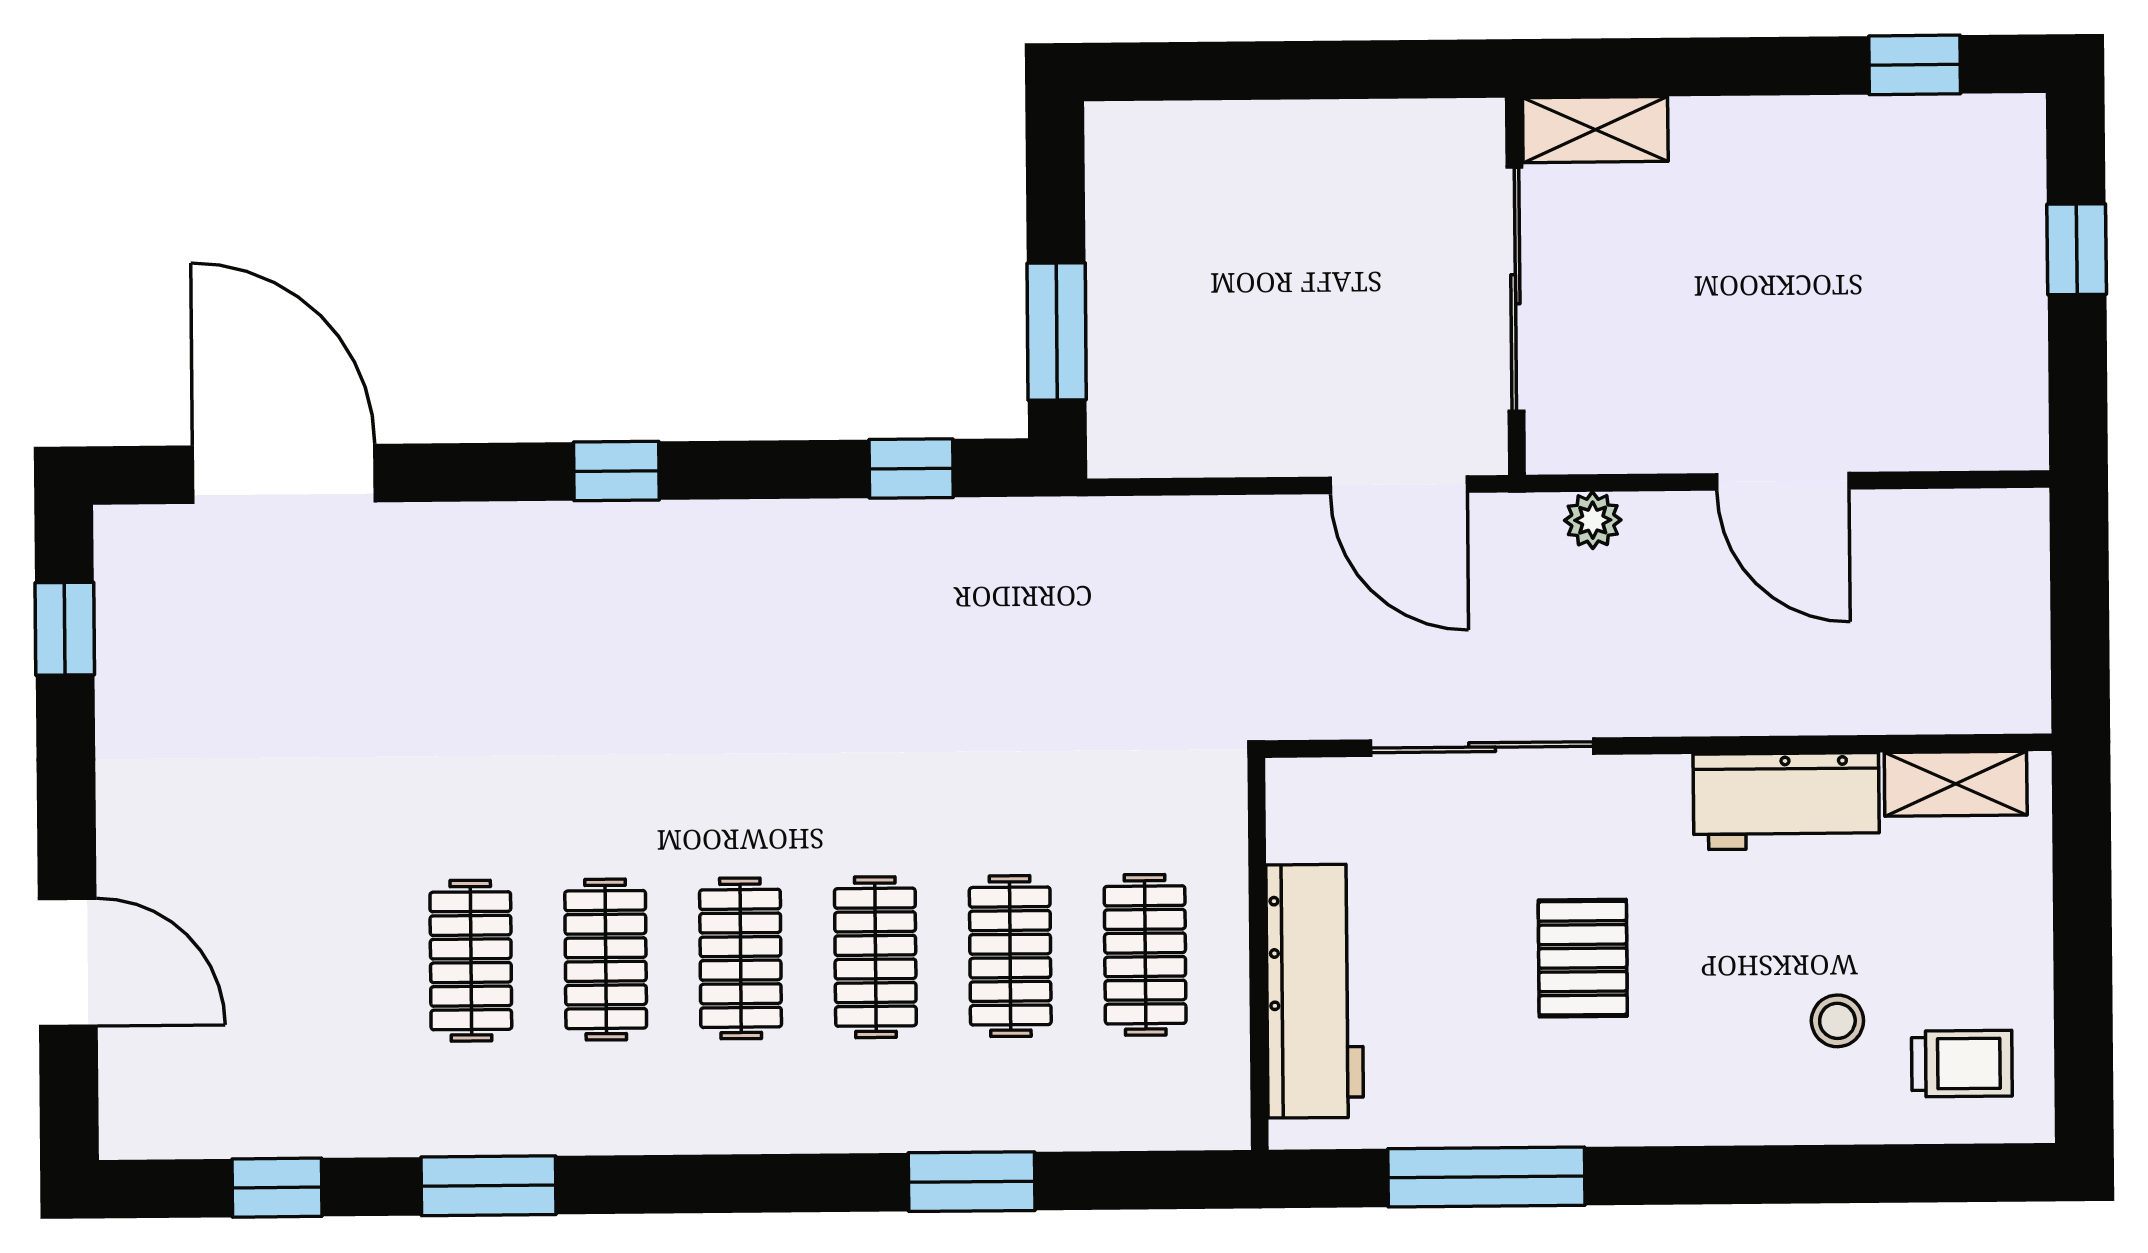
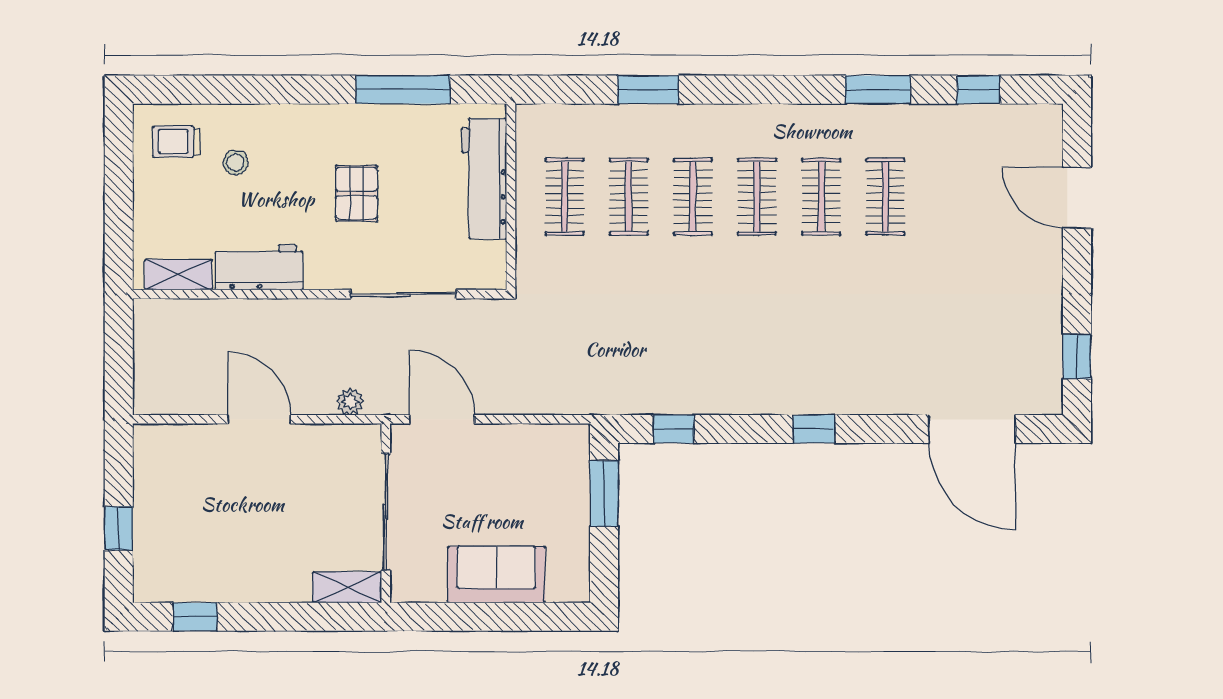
sofa: (1282, 159) -> (496, 575), added

